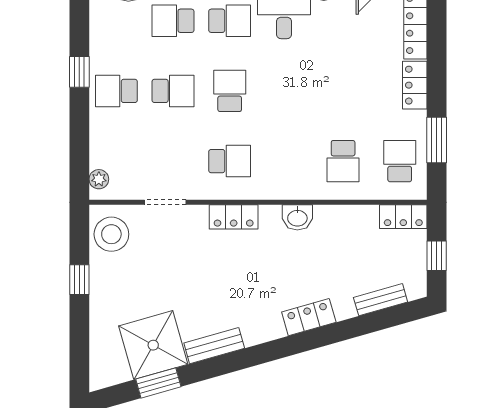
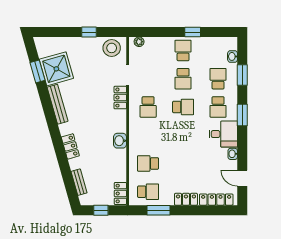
locker: (234, 217) -> (120, 98), moved
bench: (214, 346) -> (58, 104), width x1.36

